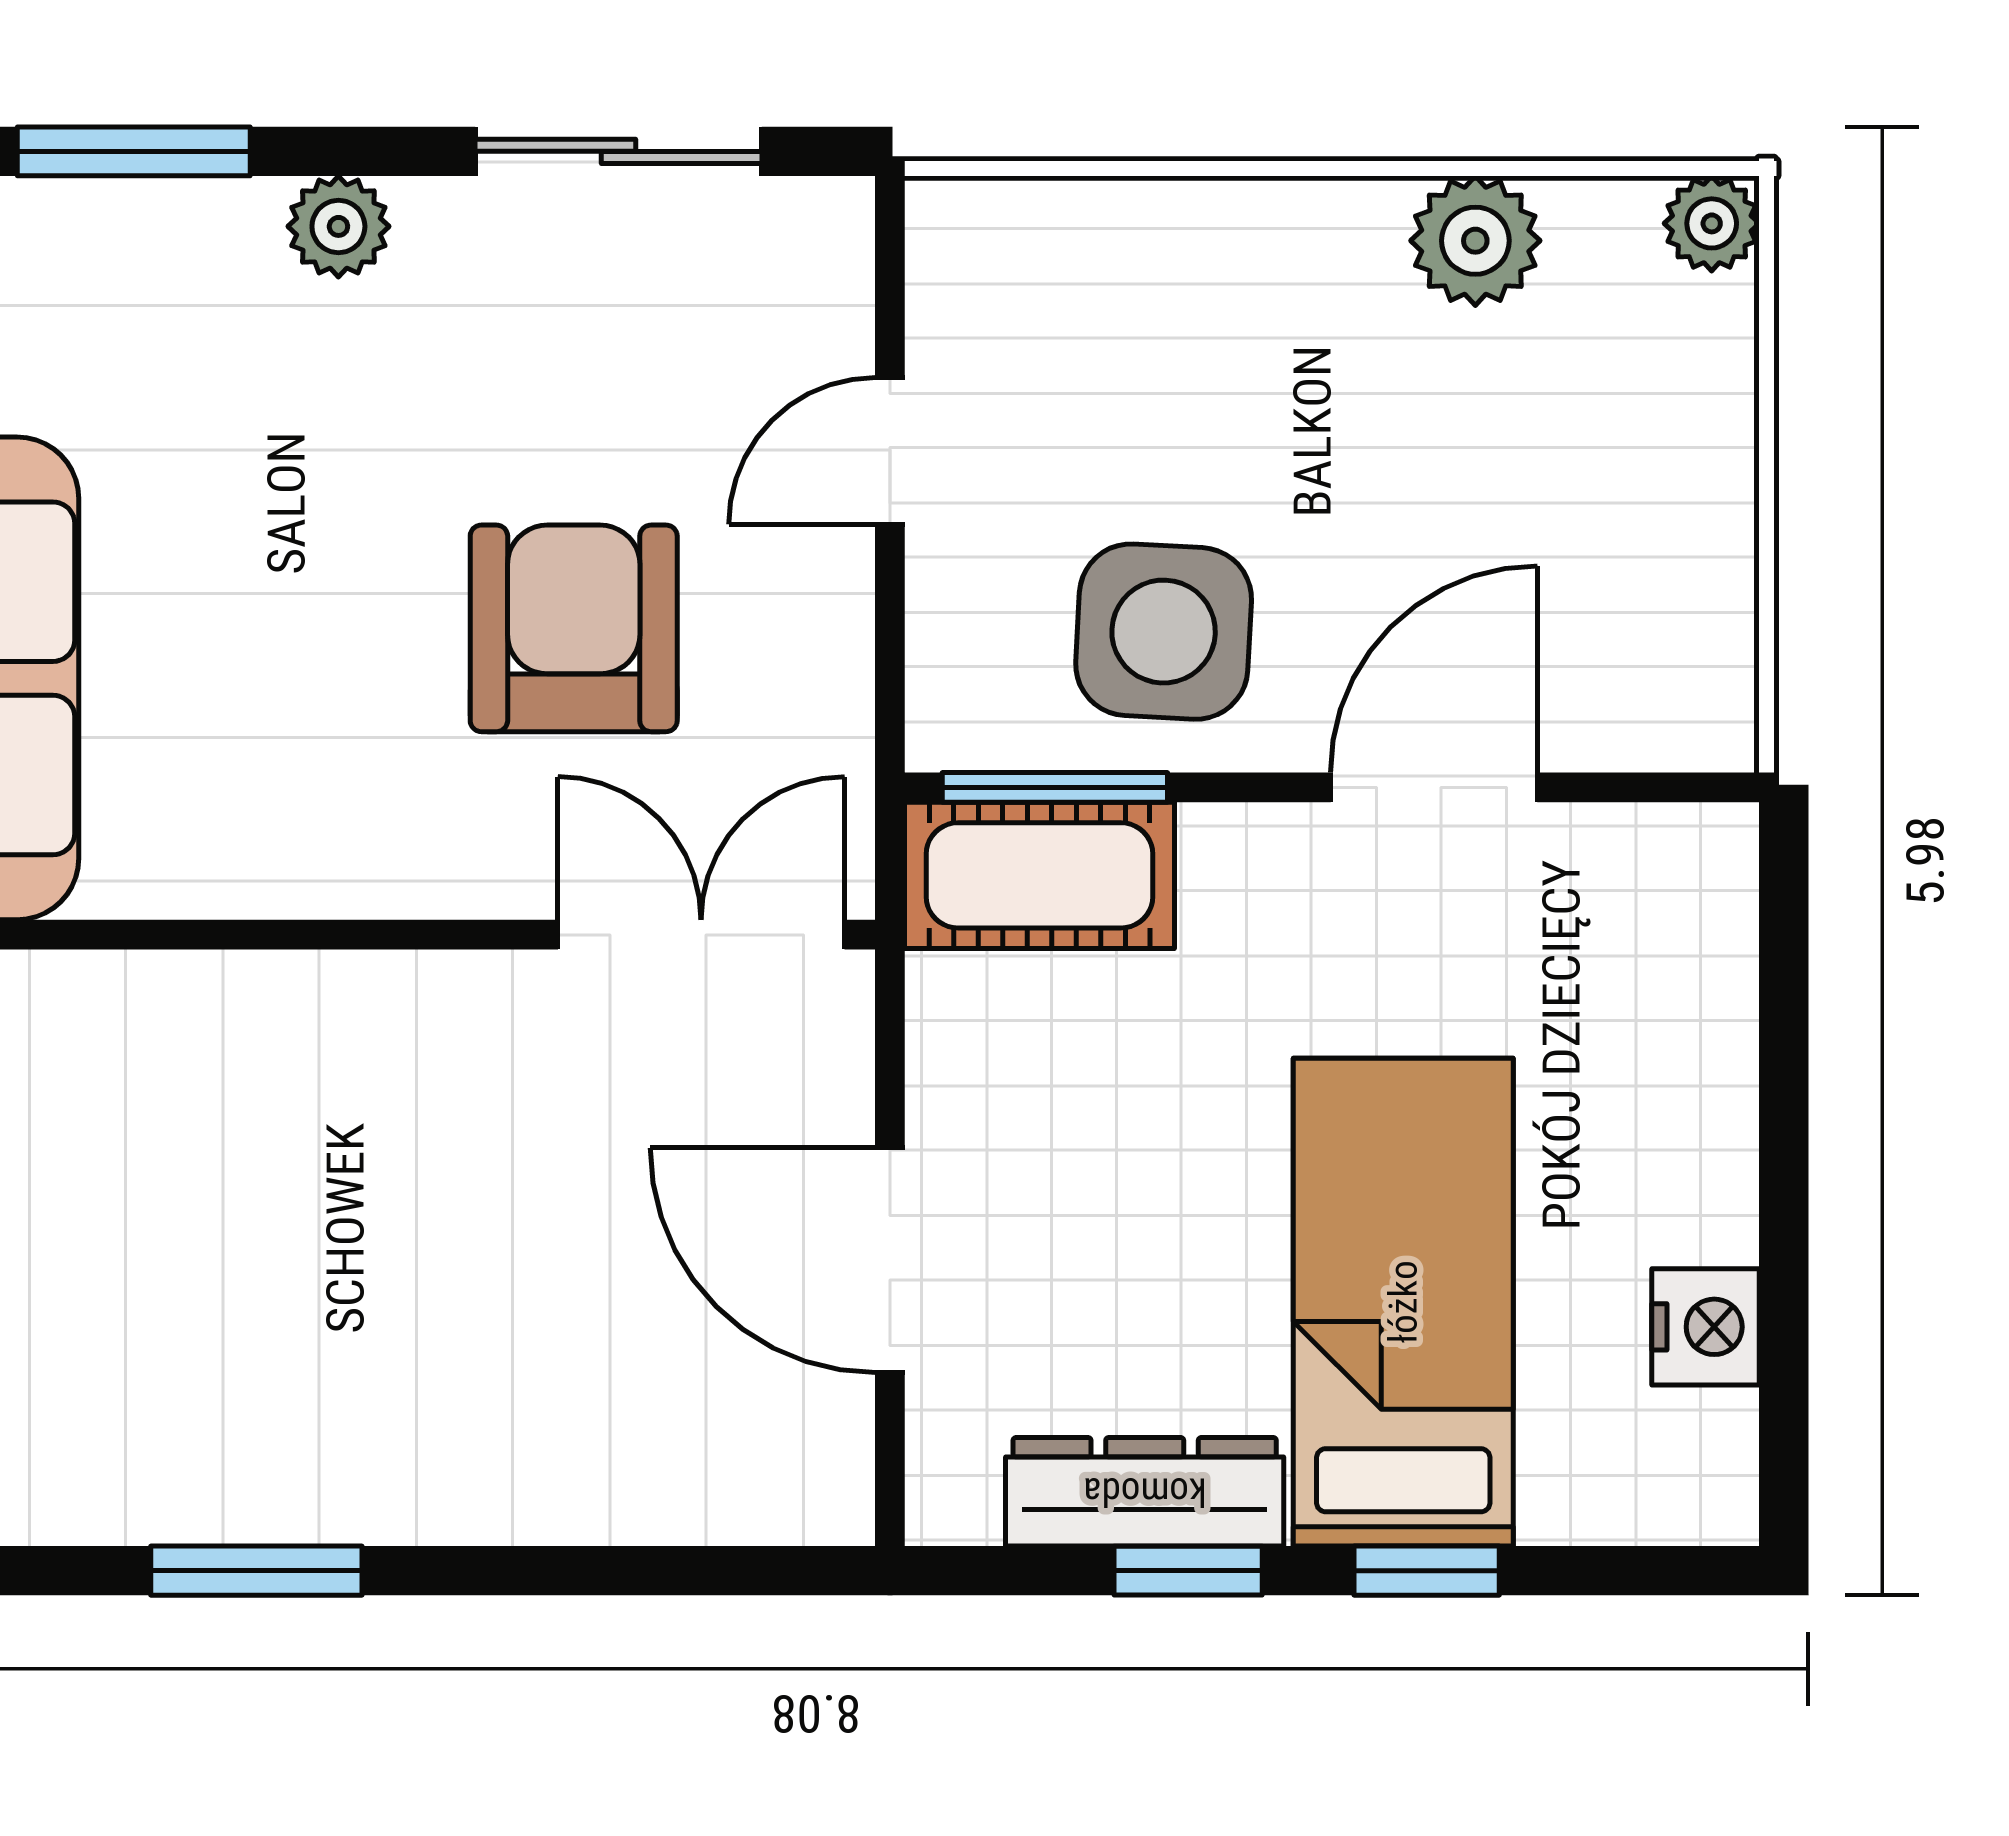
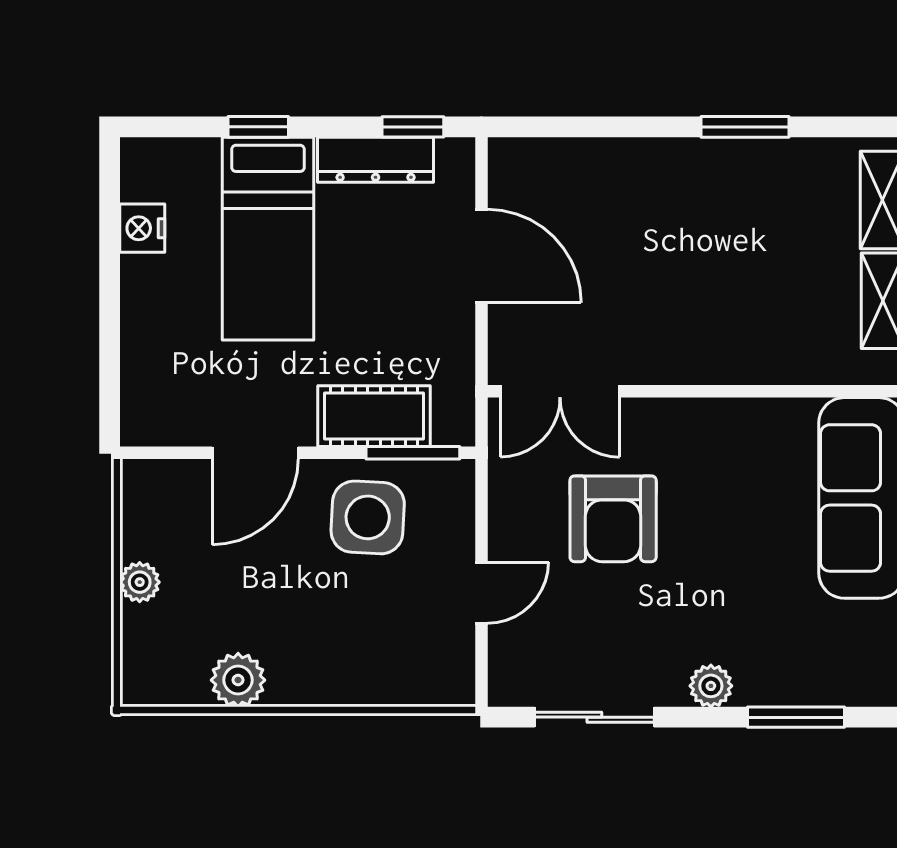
plant: (1712, 223) -> (140, 582), moved
cot: (1039, 875) -> (374, 416), moved
window: (1188, 1571) -> (413, 127), moved

